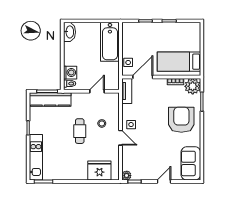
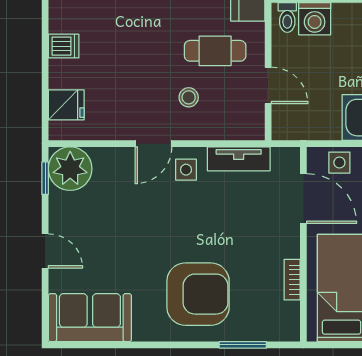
plant: (193, 86) -> (280, 322), removed
tv unit: (127, 91) -> (239, 159), moved
cafe table: (80, 131) -> (215, 51), moved
fridge: (99, 171) -> (66, 105), width x0.53, depth x0.75
dishwasher: (81, 174) -> (64, 46), added
plant: (127, 176) -> (70, 169), width x1.87, depth x1.87

